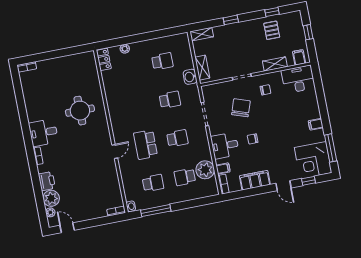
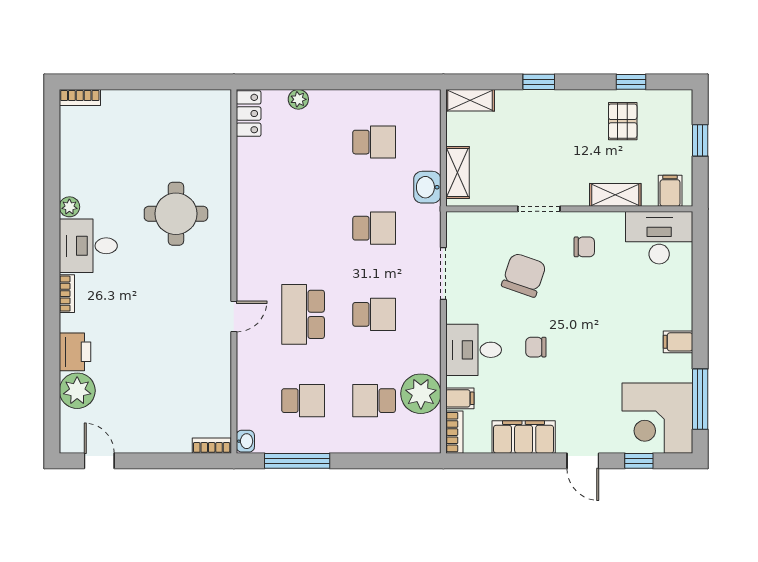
plant: (50, 212) -> (69, 207), moved

